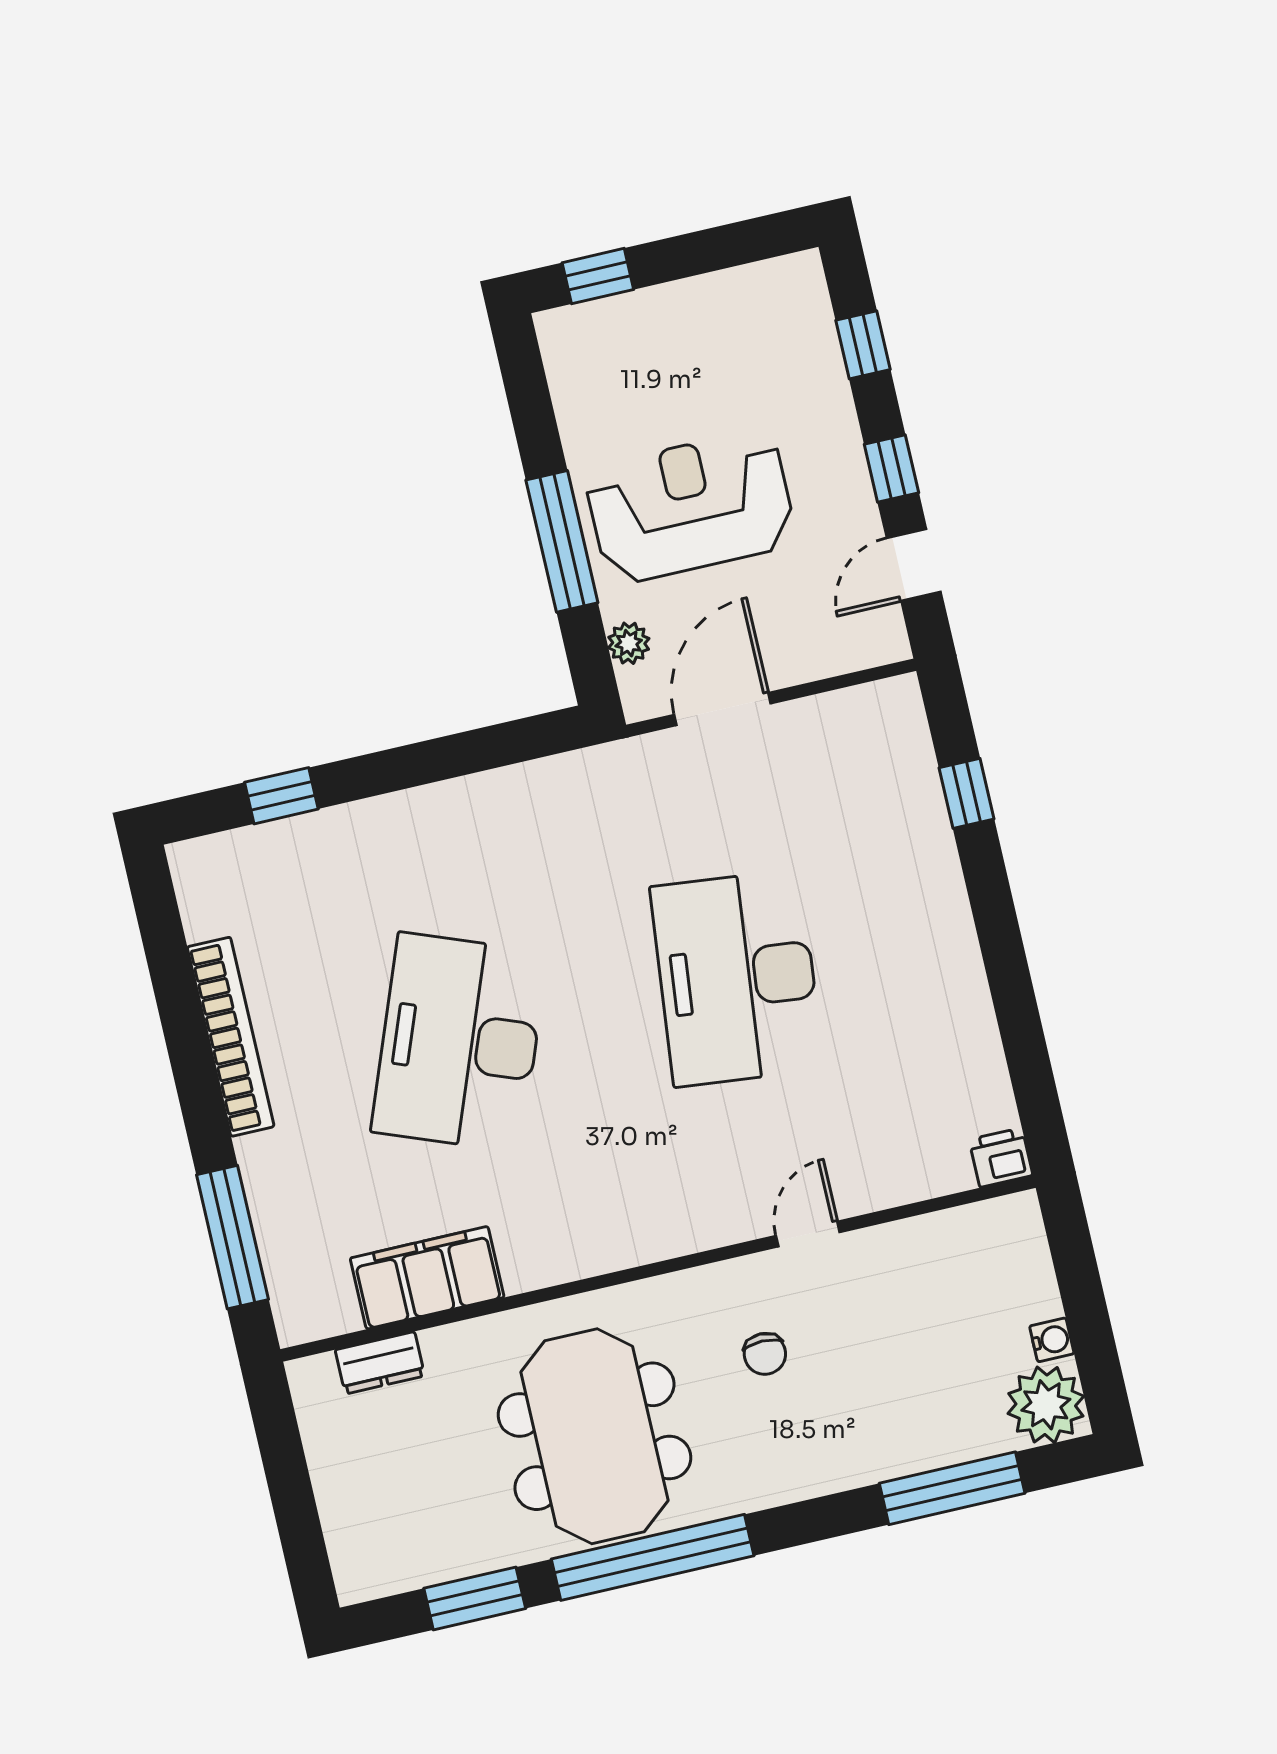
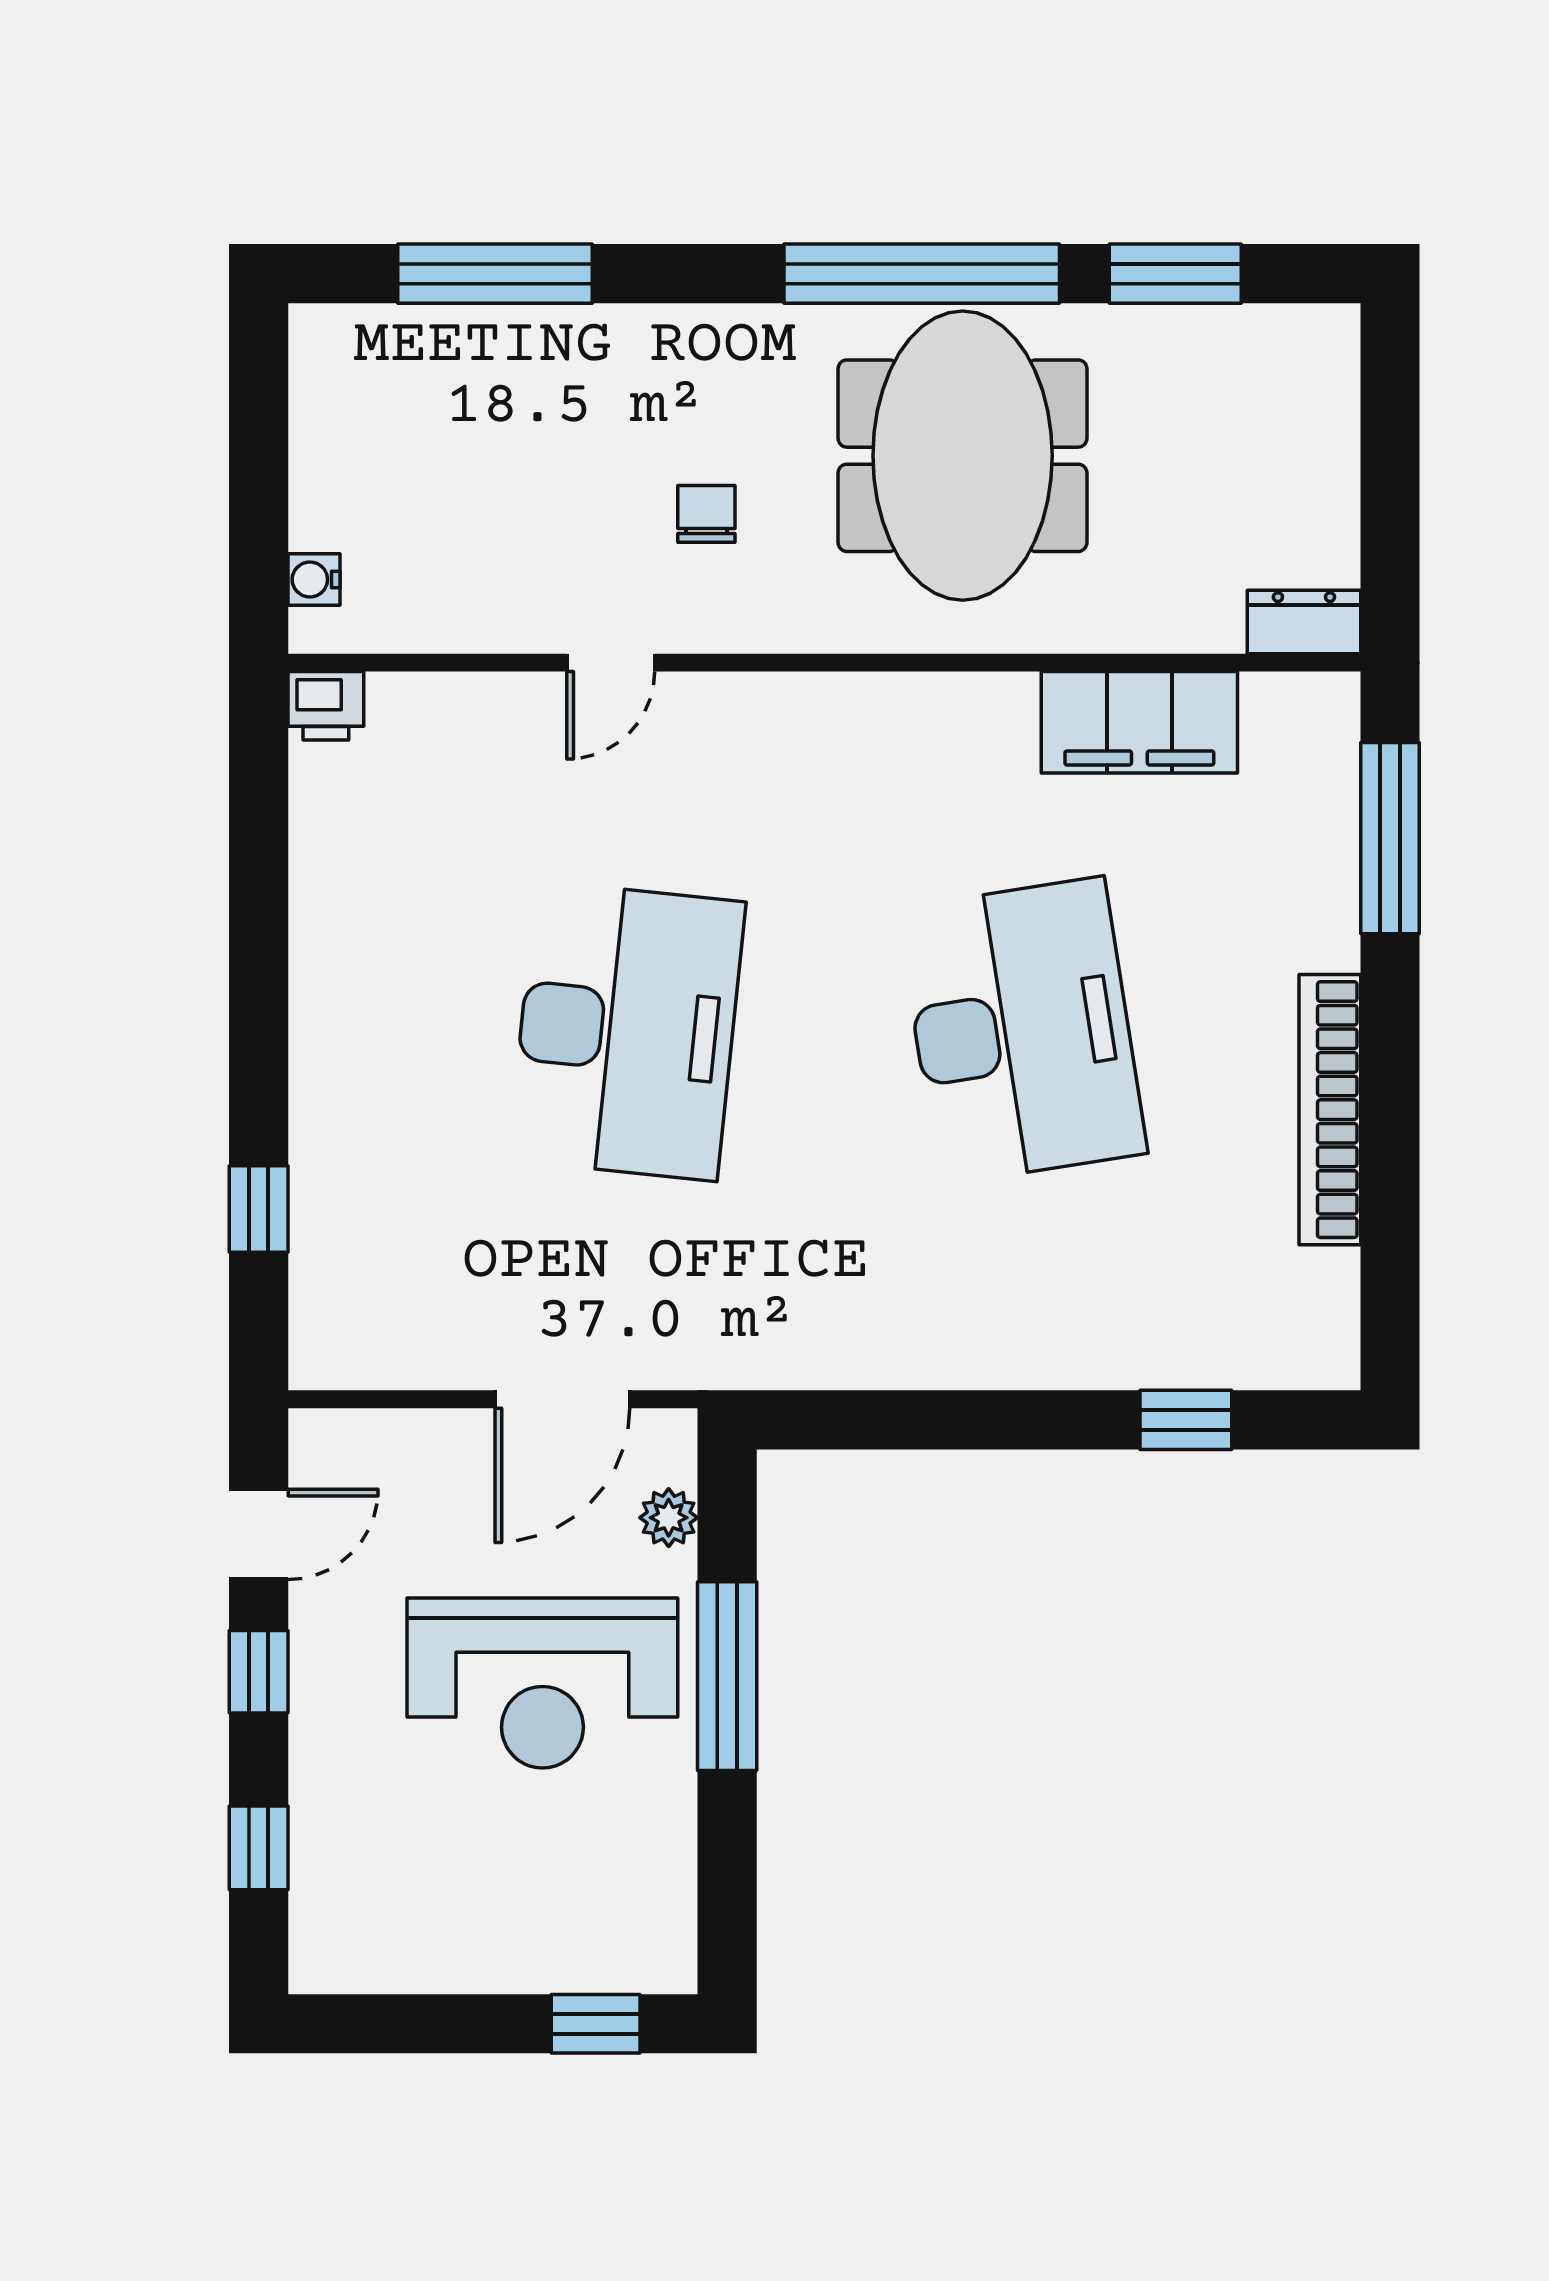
desk: (460, 1042) -> (1022, 1031), turned -30
water cooler: (1052, 1340) -> (314, 580), moved
dresser: (380, 1363) -> (1304, 622), moved
plant: (1046, 1405) -> (342, 357), removed

